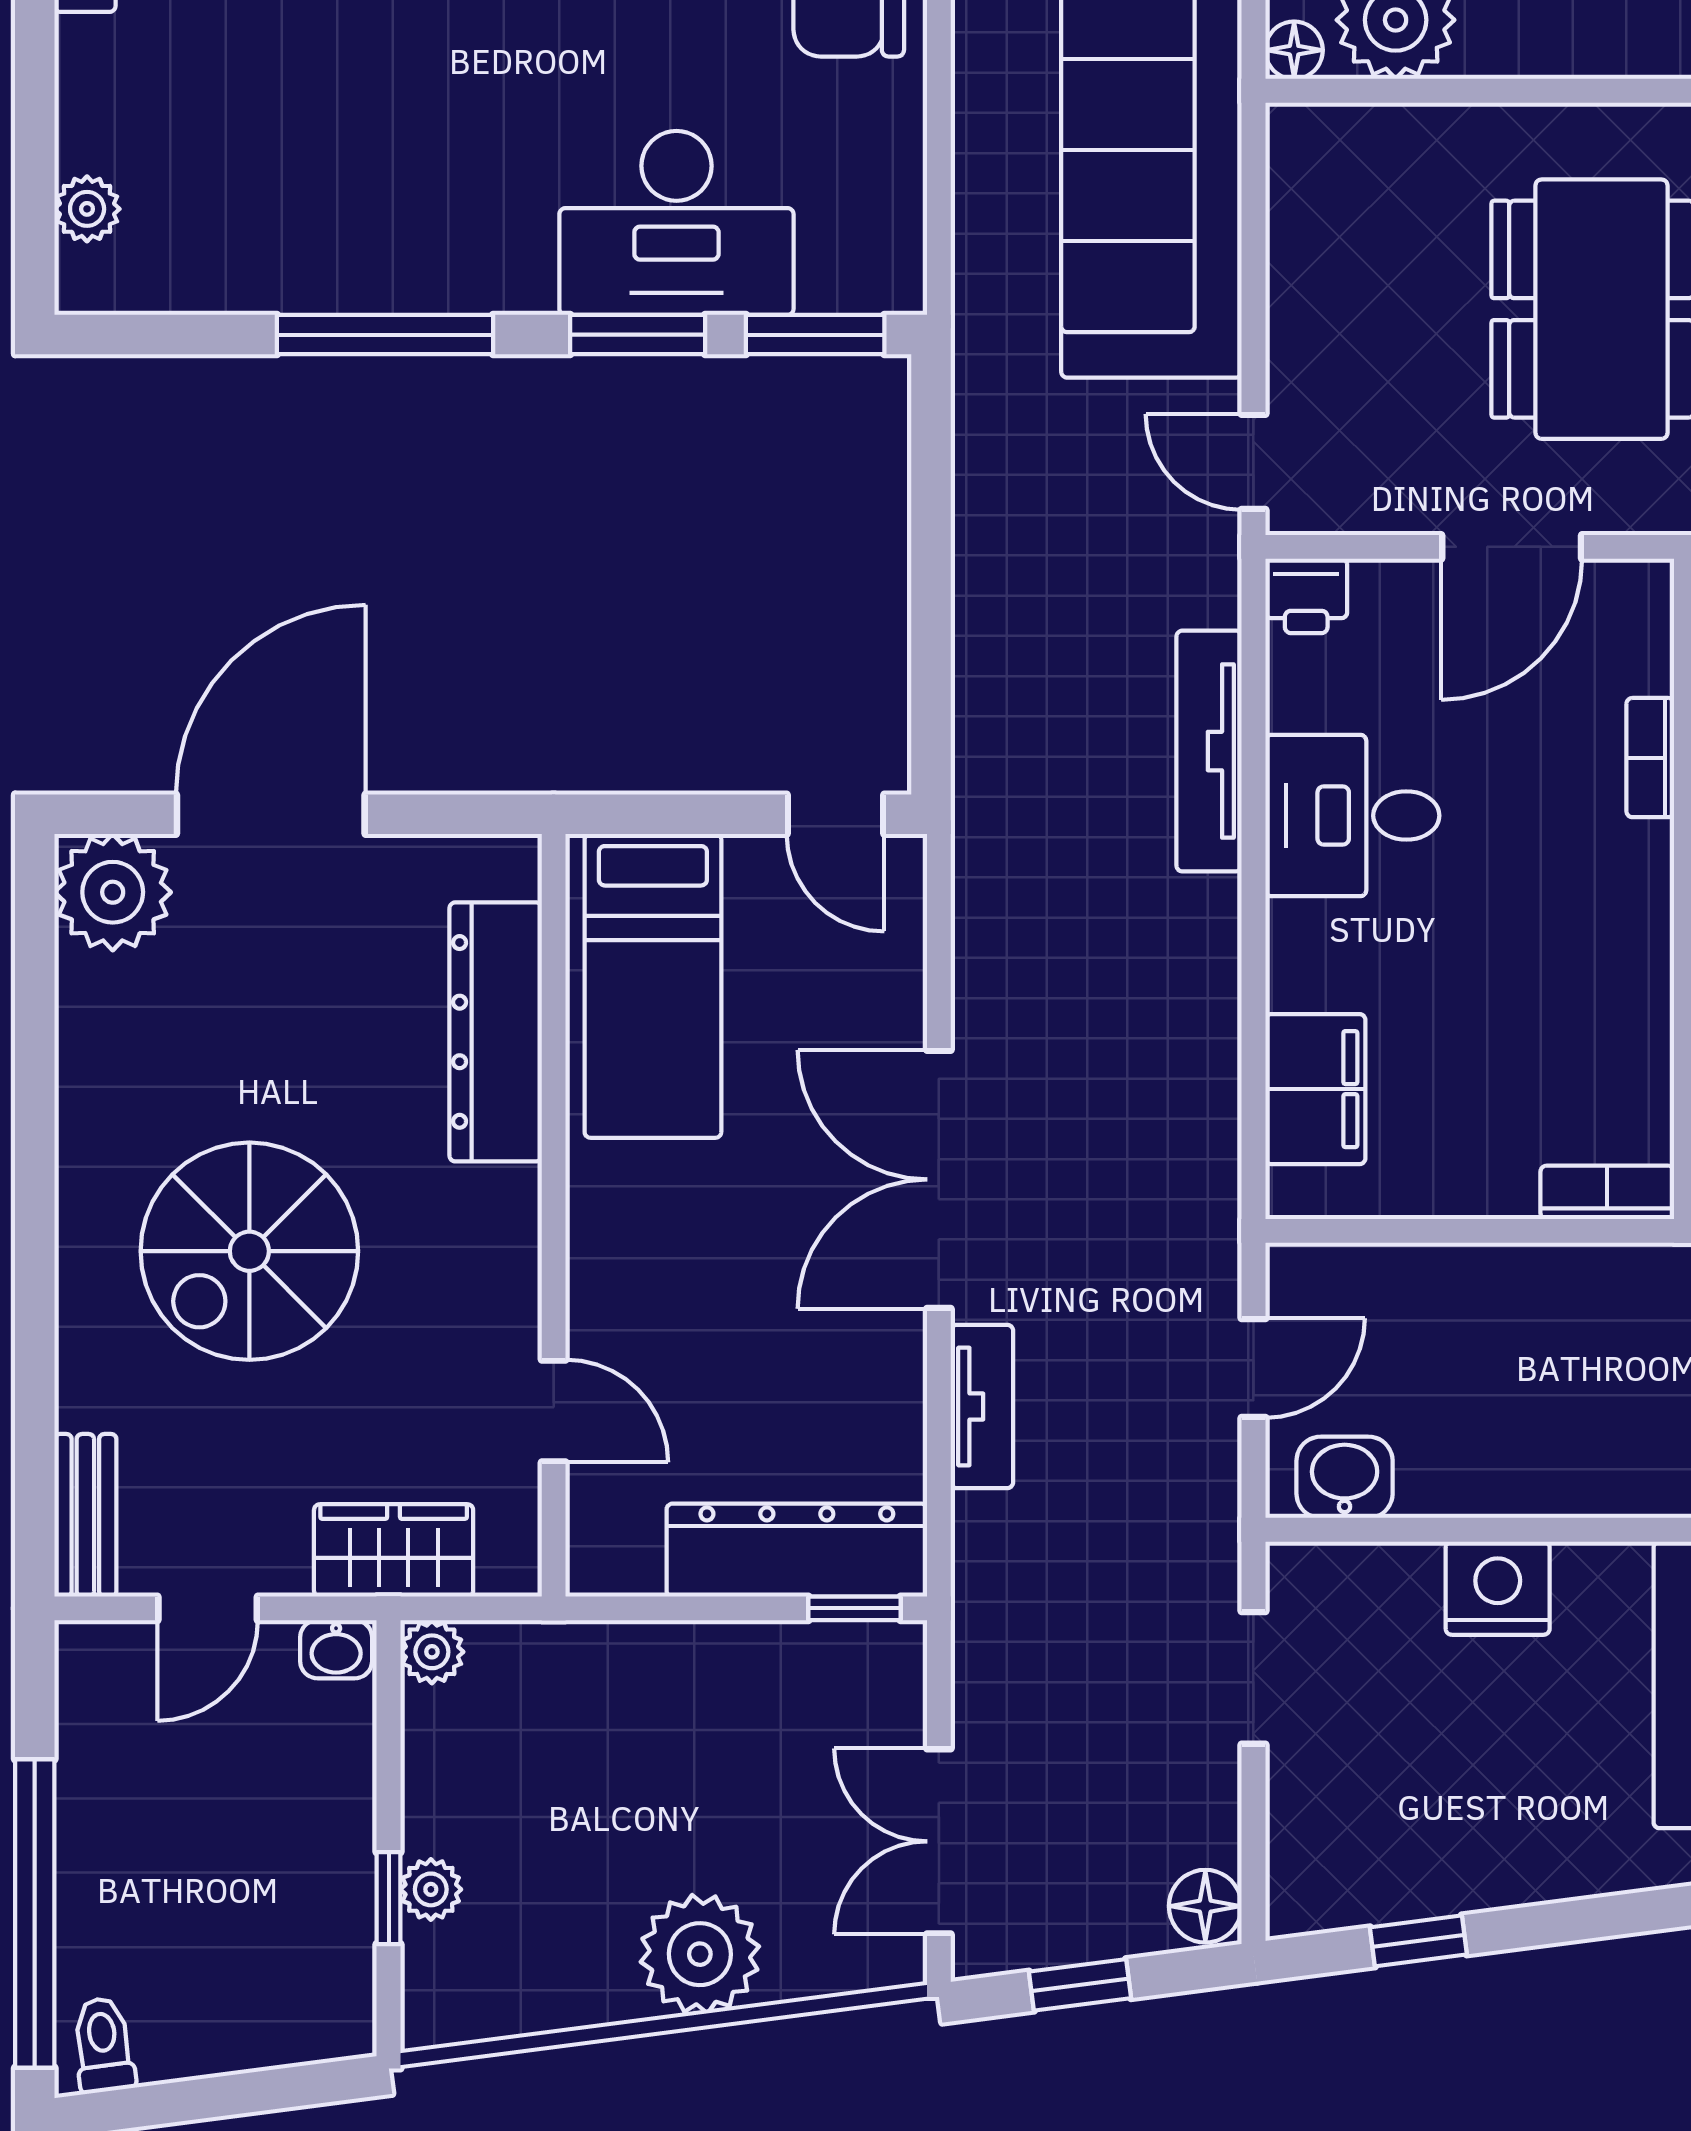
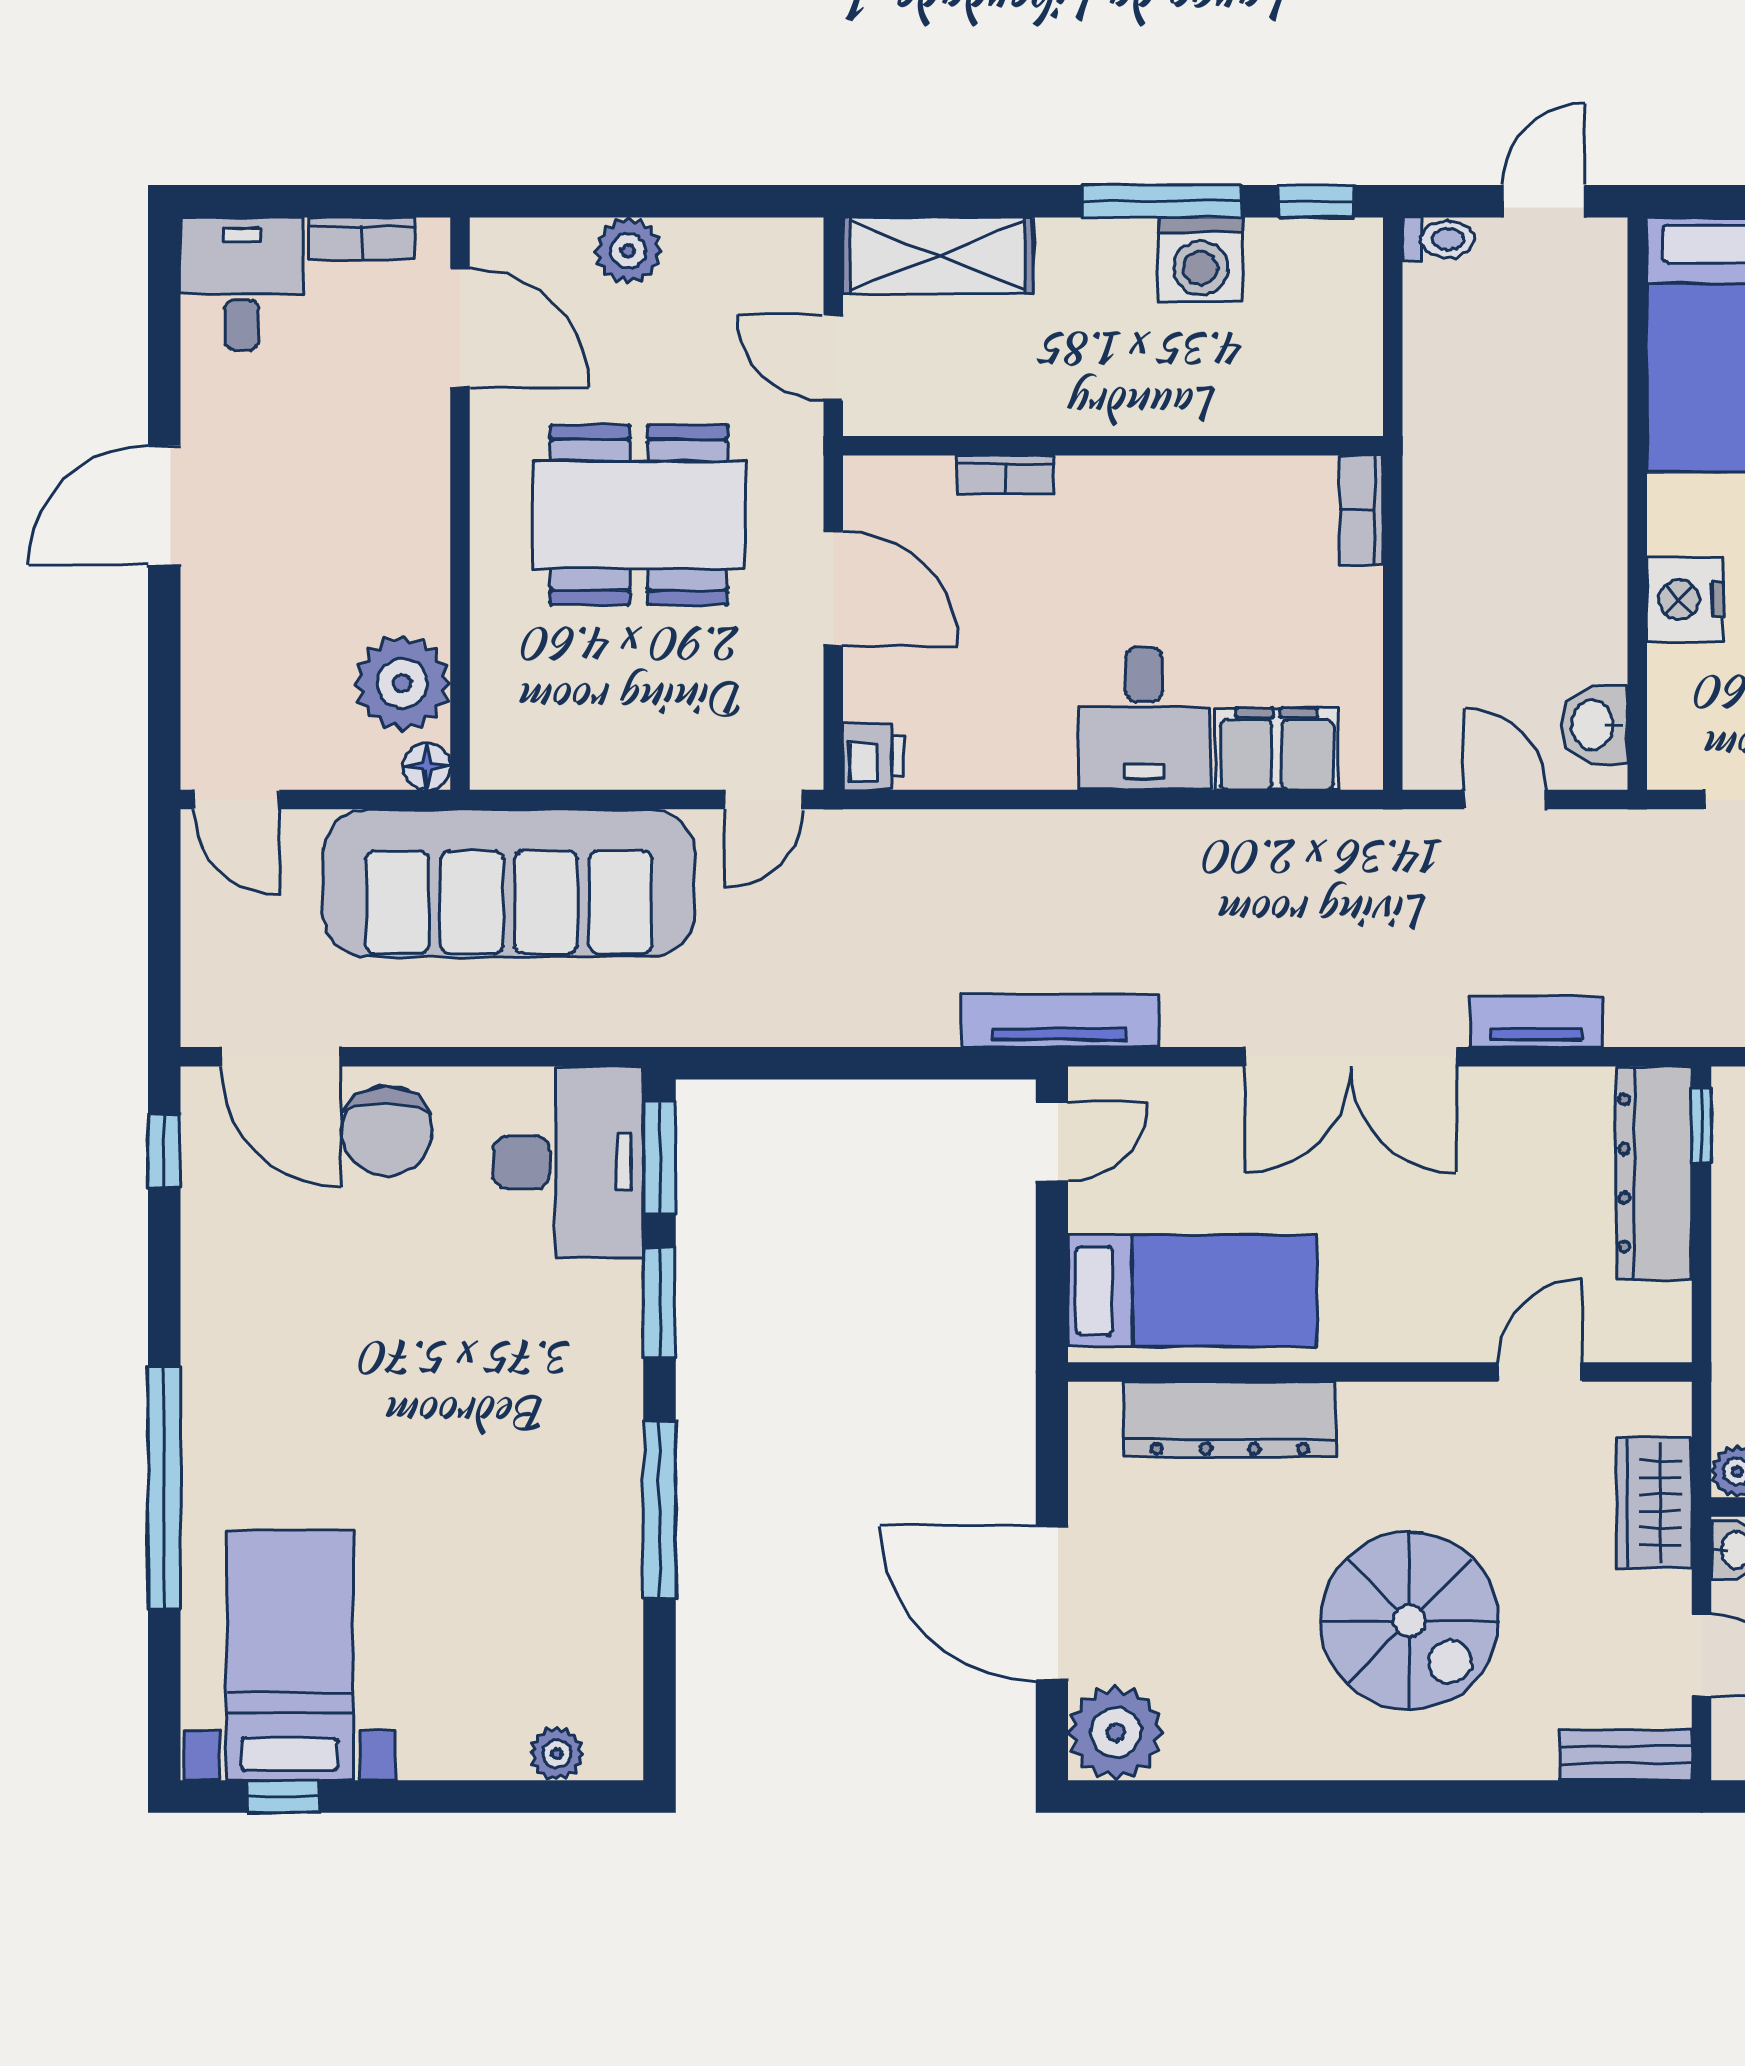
desk: (676, 223) -> (568, 1162), moved
tv unit: (1209, 751) -> (1060, 1020), moved, turned 180
desk: (1352, 816) -> (1144, 719), moved

